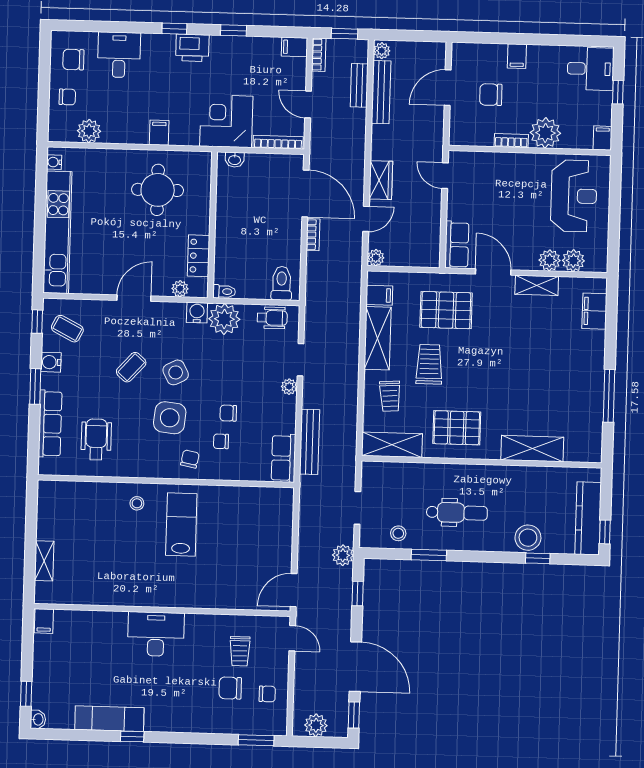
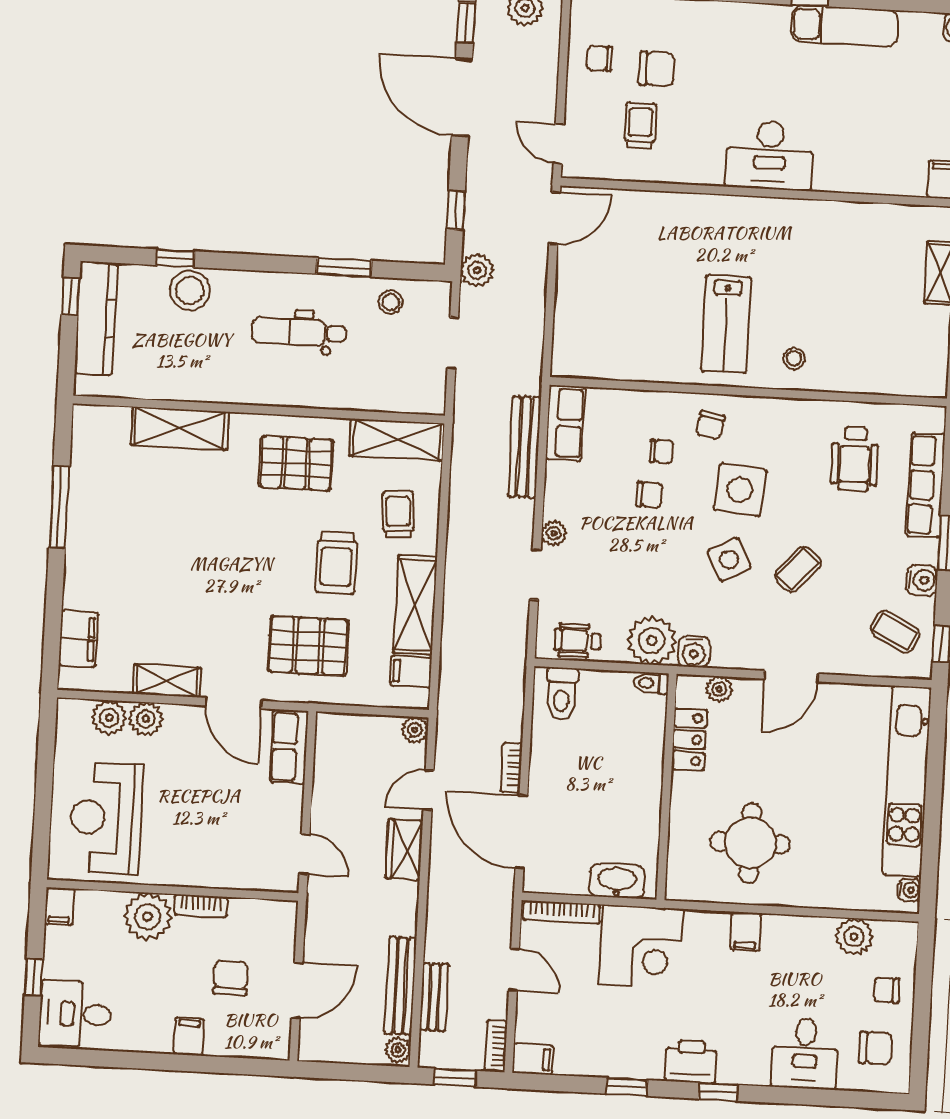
chair: (491, 95) -> (231, 978), turned -90
washbasin: (235, 160) -> (617, 881), width x1.91, depth x1.45

